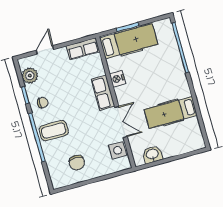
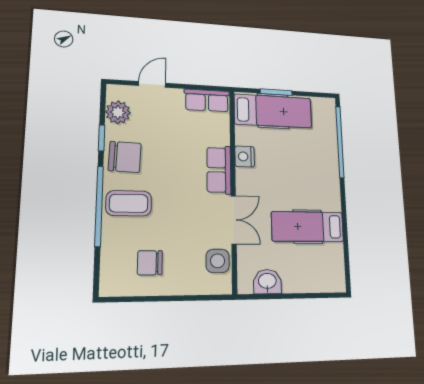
chair: (43, 103) -> (125, 157), width x1.87, depth x1.87
chair: (77, 163) -> (150, 263), turned 90

